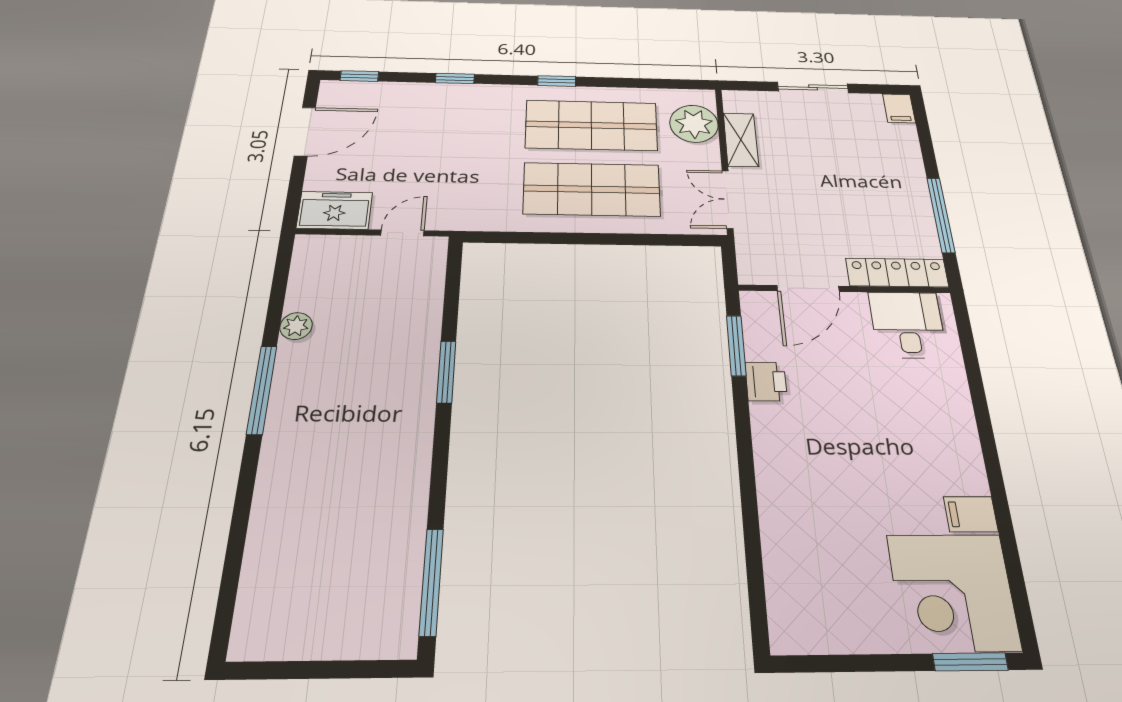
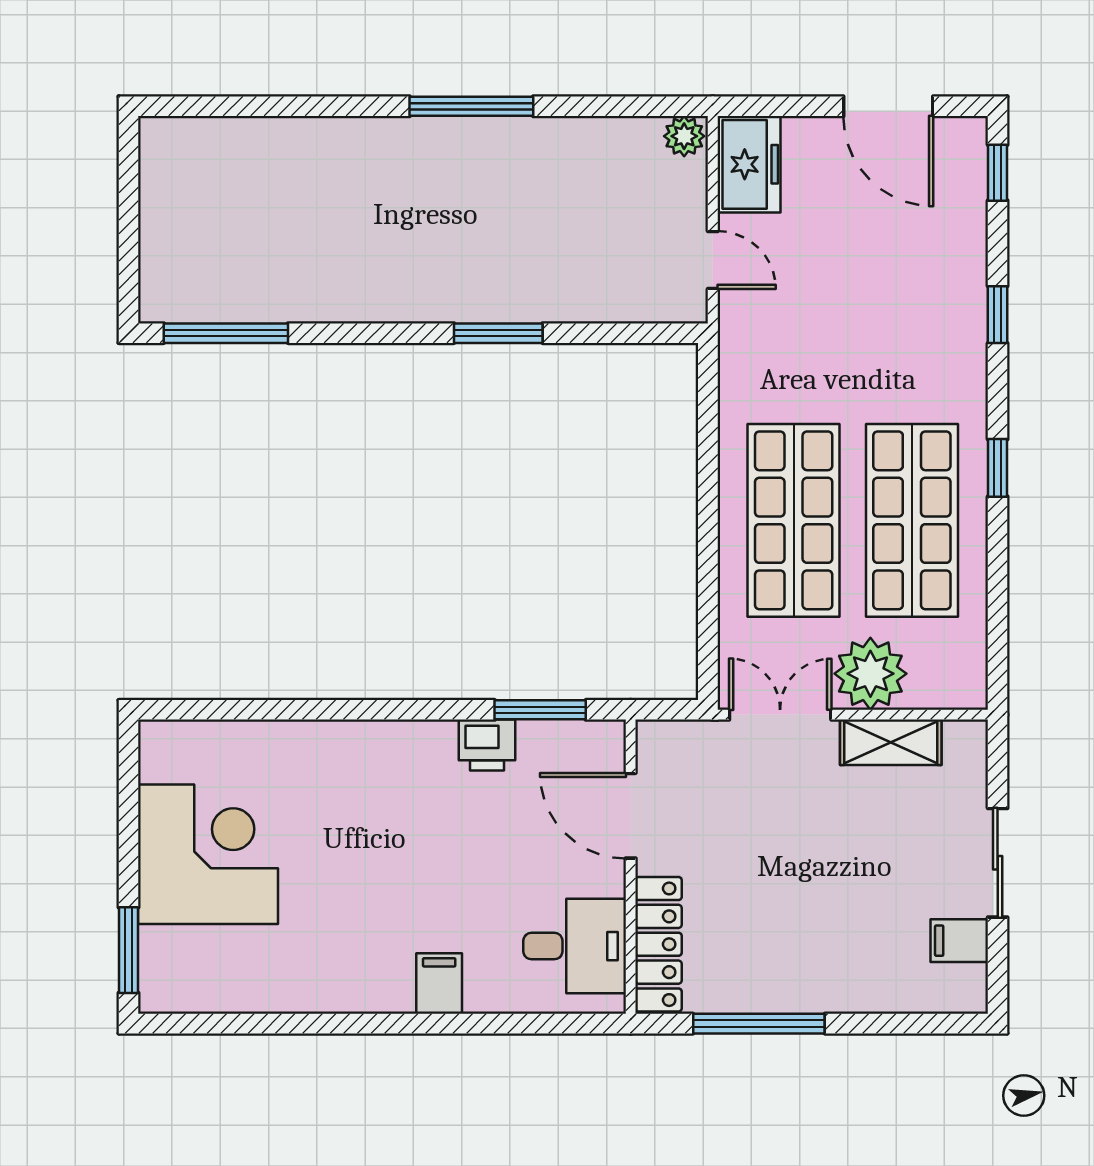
filing cabinet: (899, 108) -> (959, 941), moved
plant: (694, 124) -> (870, 674), moved
plant: (296, 326) -> (684, 136), moved
filing cabinet: (971, 514) -> (439, 984), moved
corner desk: (953, 592) -> (208, 854), moved, turned 90

